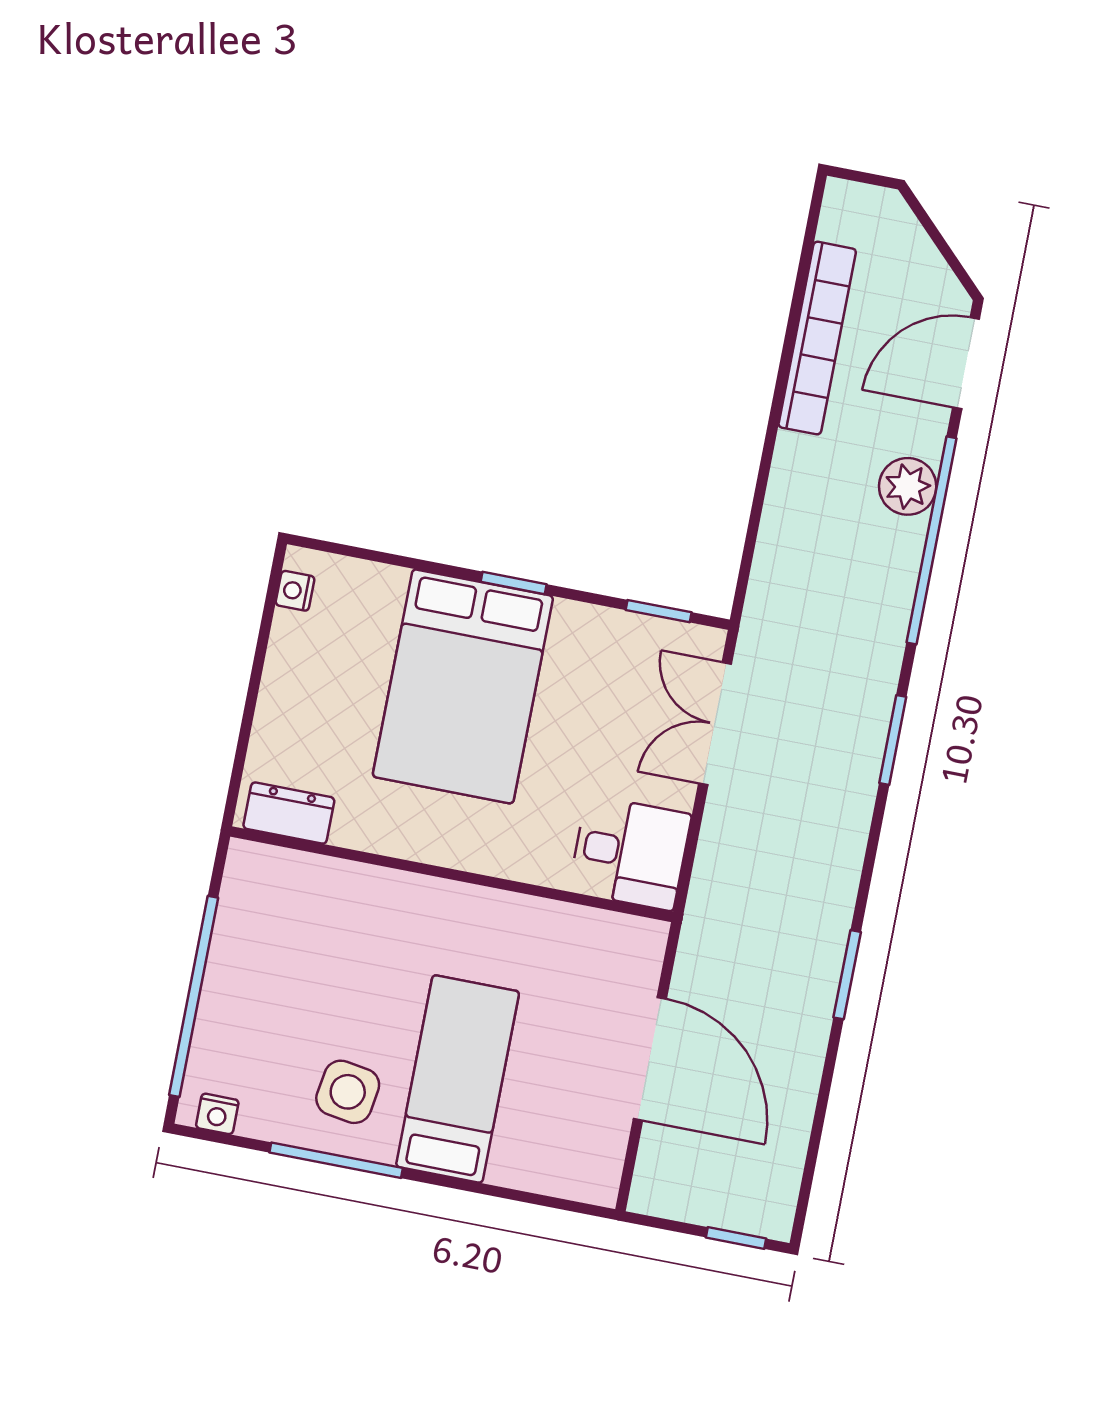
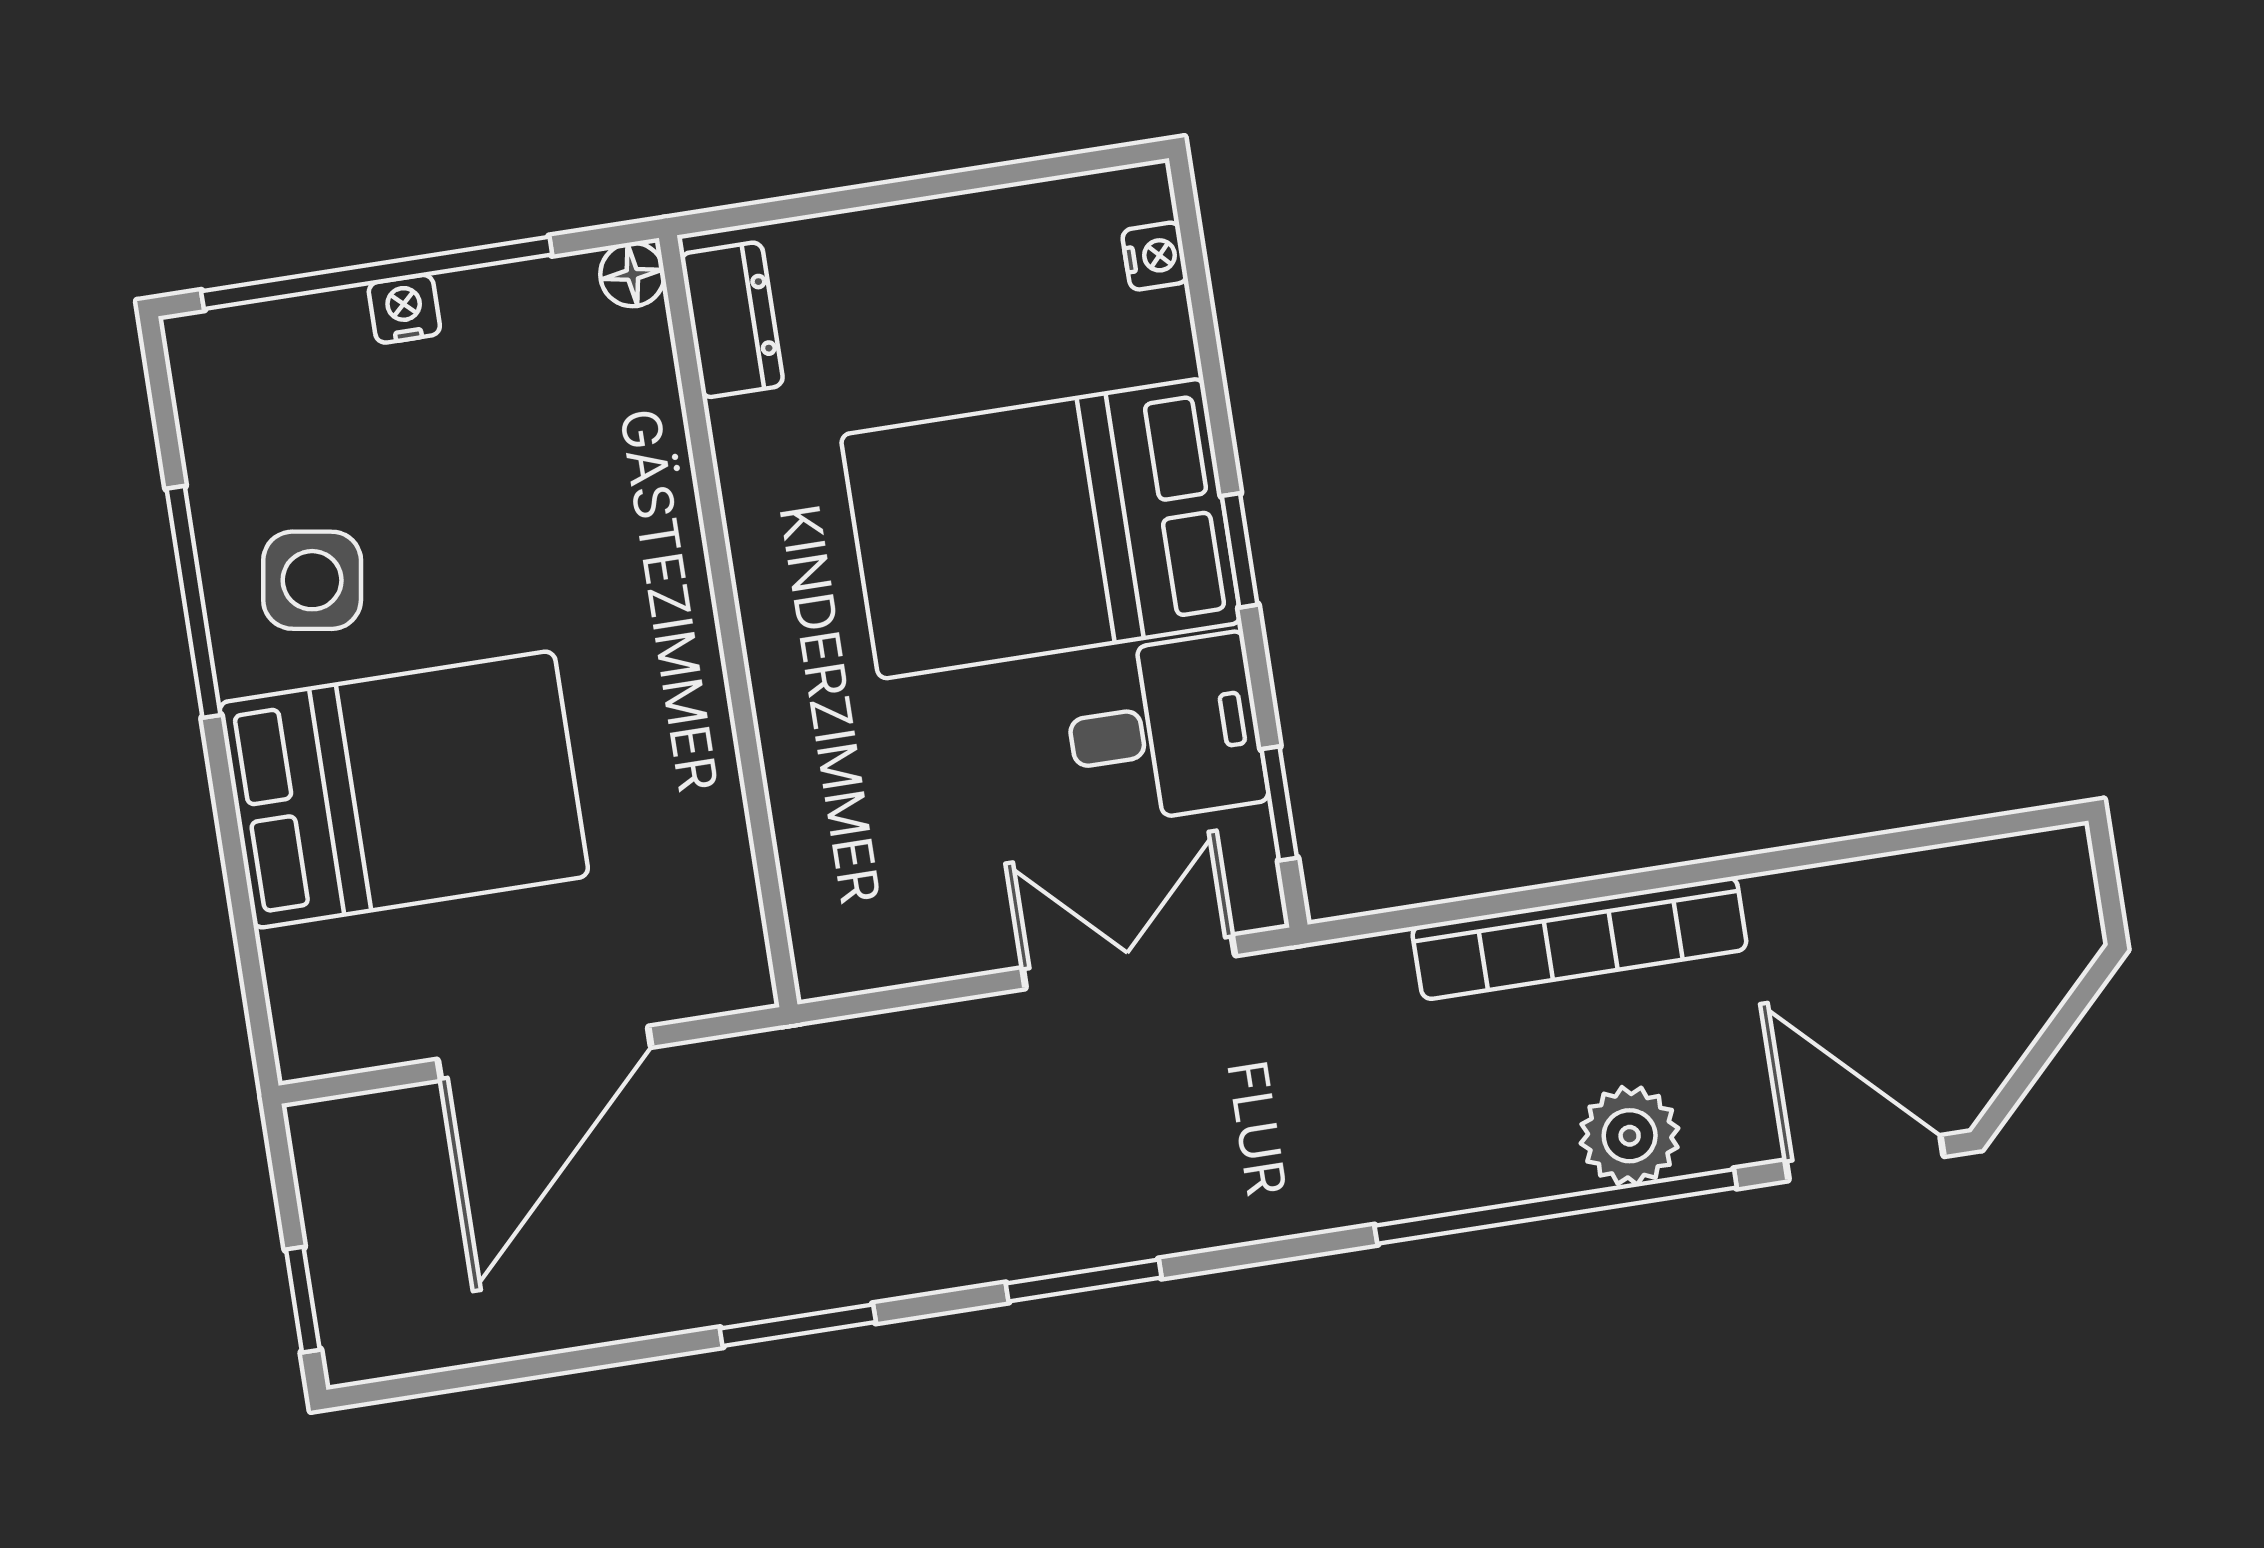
bookcase: (817, 338) -> (1579, 938), moved
nightstand: (295, 591) -> (1155, 256), moved, turned 90
window: (893, 740) -> (1084, 1280), moved
desk: (630, 853) -> (1164, 730), moved, turned -90
floor lamp: (245, 858) -> (632, 274), added
bed: (458, 1079) -> (404, 789), width x1.50
nightstand: (217, 1114) -> (404, 309), moved, turned 90

